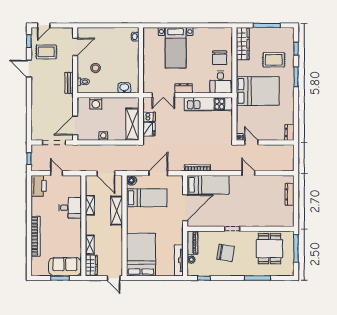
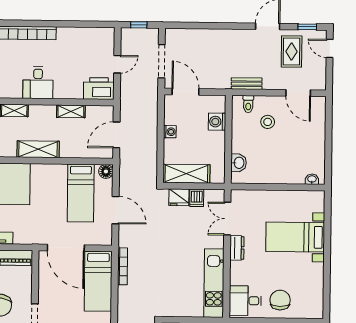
chair: (220, 58) -> (280, 300), turned 90
printer: (39, 186) -> (99, 89), moved, turned 180
desk: (70, 208) -> (38, 83), moved
shelving: (117, 211) -> (38, 149), moved

